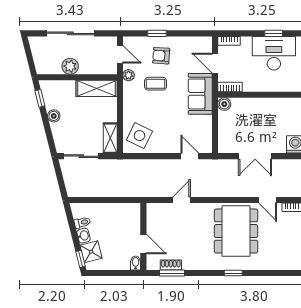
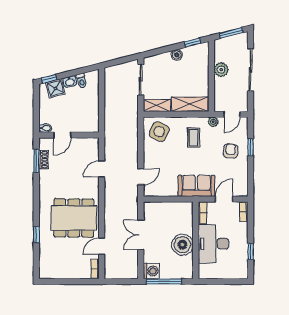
desk: (274, 53) -> (213, 244), moved, turned 180
window: (29, 55) -> (231, 33), added
coffee table: (156, 84) -> (194, 138), moved
shelving: (97, 88) -> (190, 104), moved, turned 90
boiler: (224, 104) -> (182, 245), moved, width x1.86, depth x1.86
door: (181, 200) -> (102, 169), swing flipped
window: (233, 273) -> (36, 235), moved

